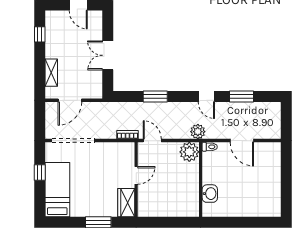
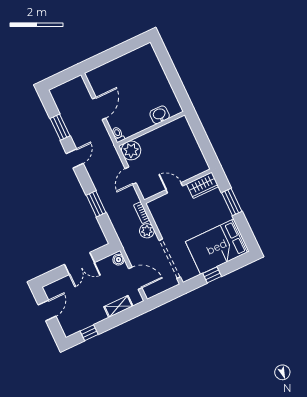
boiler: (94, 93) -> (118, 260), added
plant: (198, 132) -> (147, 231), moved
door: (152, 141) -> (131, 176), moved
bed: (57, 190) -> (217, 247), width x1.50

